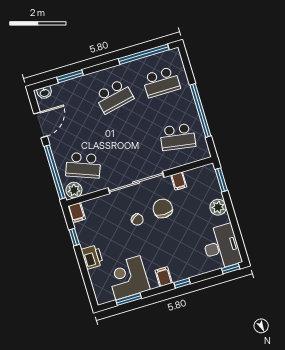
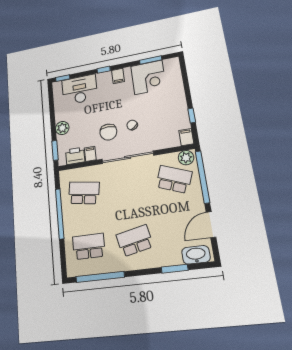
washbasin: (45, 93) -> (196, 255), width x1.91, depth x1.45
desk: (222, 247) -> (80, 90), moved, turned 90
printer: (92, 257) -> (75, 156), moved, turned 90

